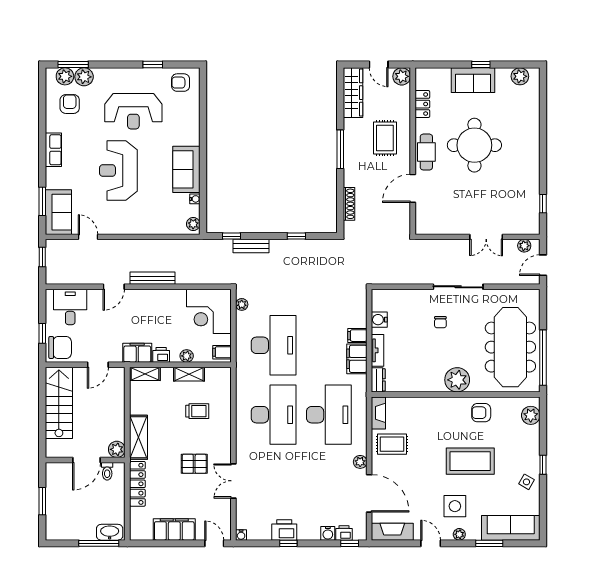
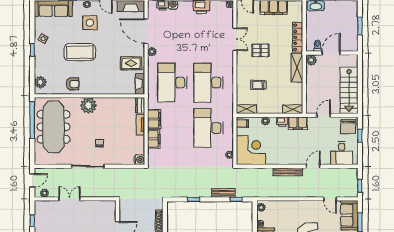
water cooler: (379, 320) -> (139, 160), moved
filing cabinet: (357, 336) -> (154, 139), width x2.00
chair: (60, 347) -> (348, 127), turned -90
shelving: (189, 374) -> (246, 109), moved

